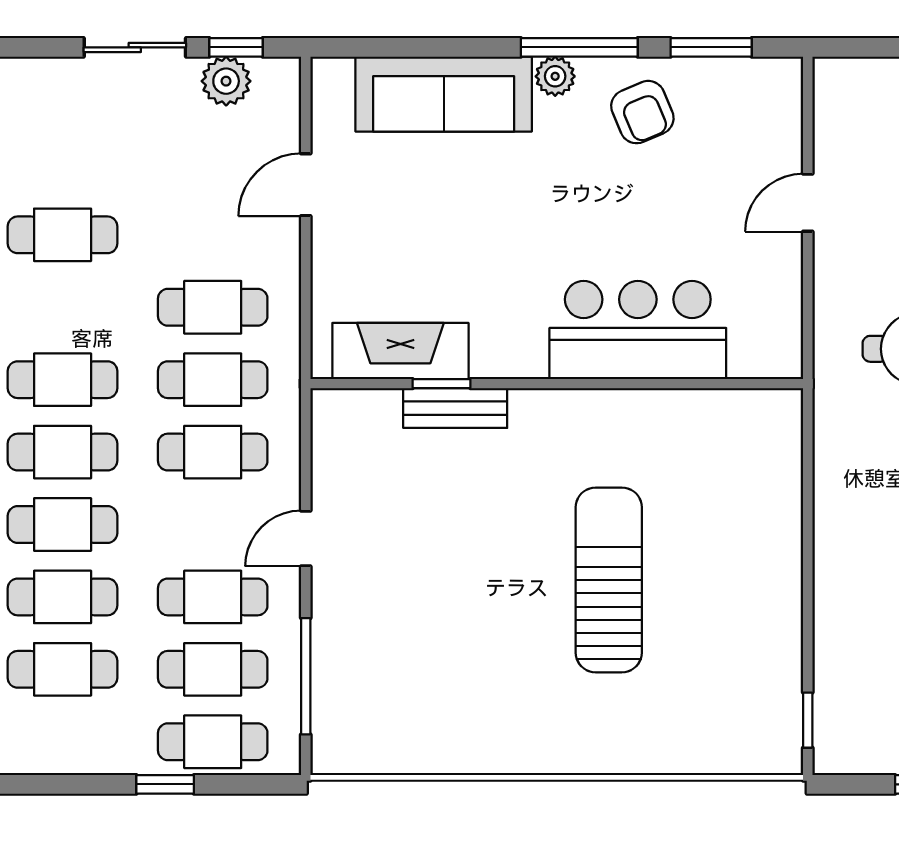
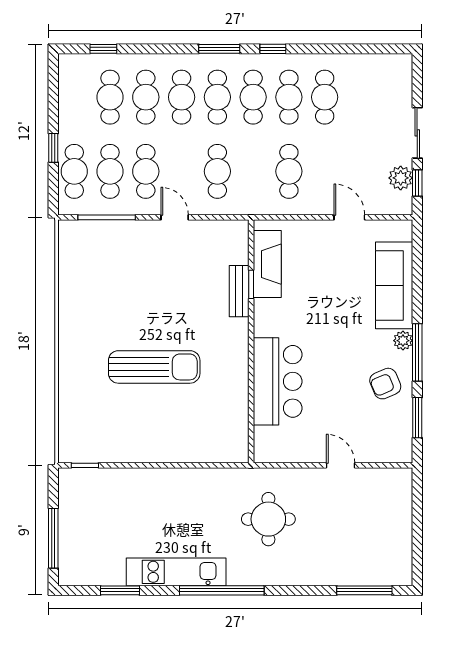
cafe table: (213, 380) -> (289, 97), moved

